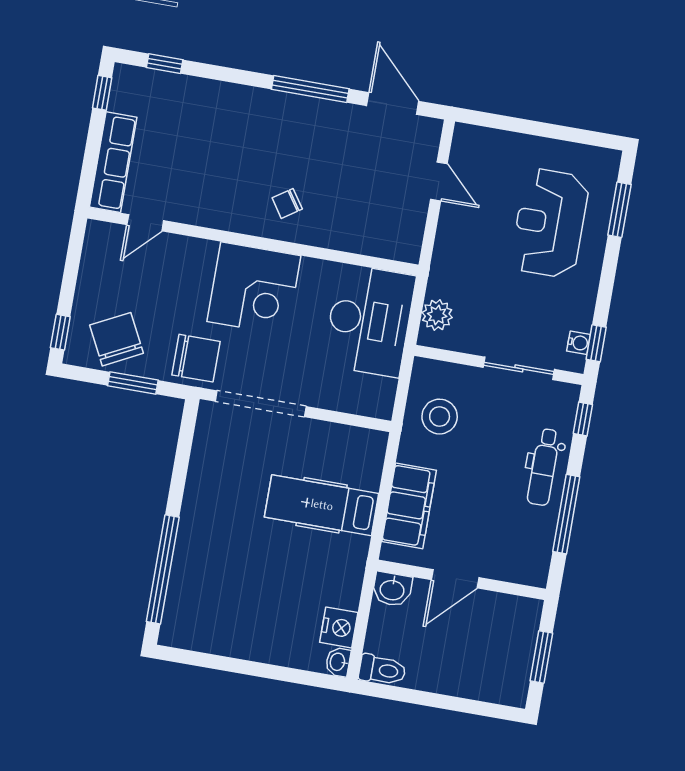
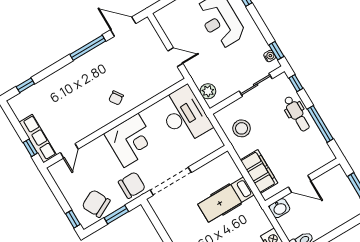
window: (102, 93) -> (30, 148), moved
door: (439, 181) -> (175, 57), moved
door: (455, 579) -> (300, 184), hinge flipped

